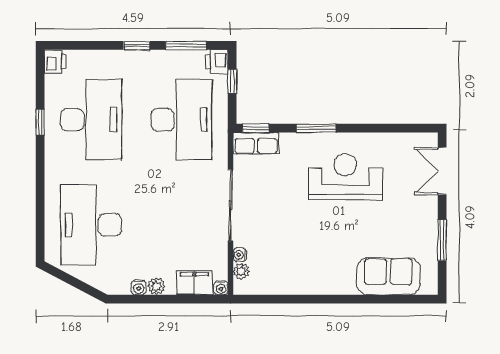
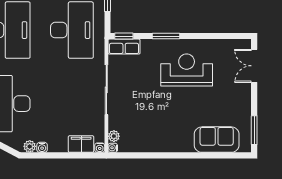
window: (442, 240) -> (254, 130), moved
water cooler: (240, 255) -> (113, 148), moved
plant: (156, 286) -> (30, 146), moved

